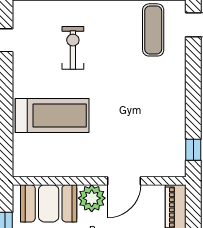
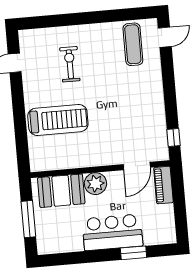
door: (124, 181) -> (137, 166), moved

